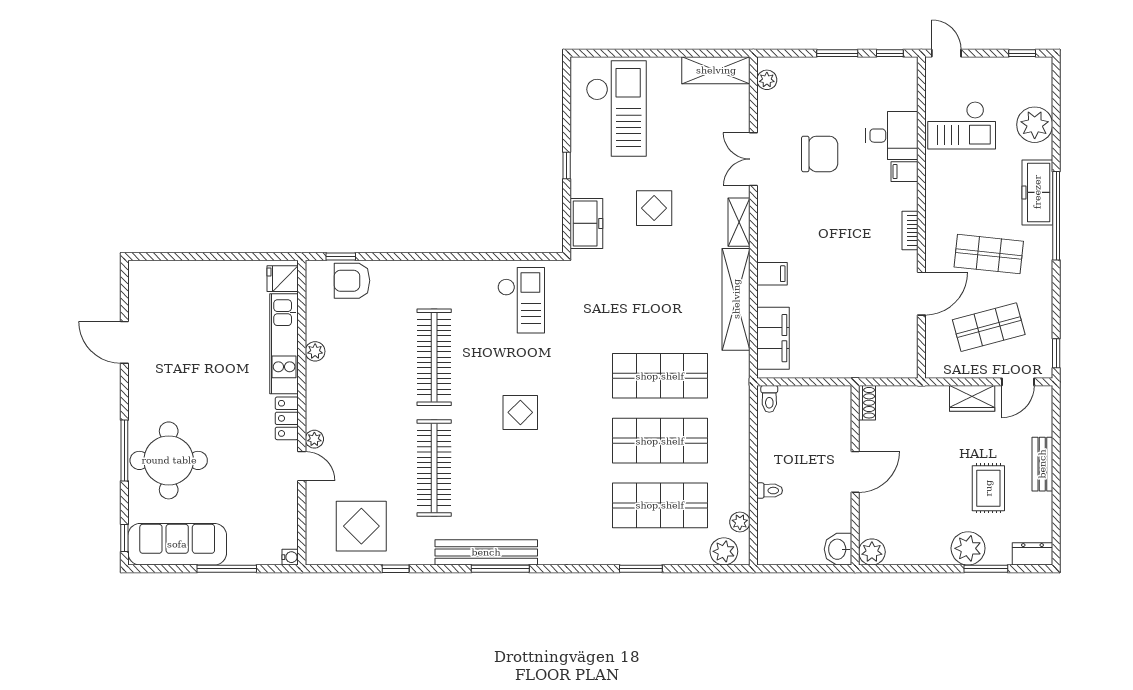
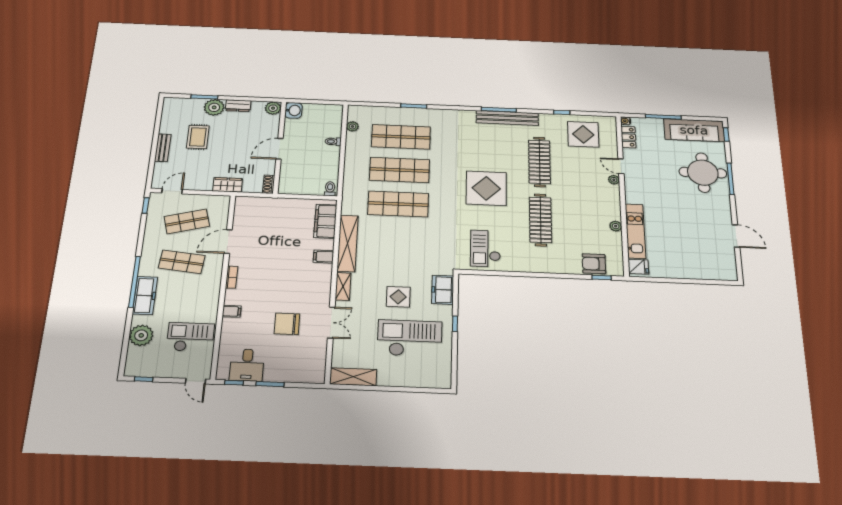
plant: (767, 80) -> (319, 370), removed
checkout: (616, 109) -> (410, 338), moved, turned 90
desk: (892, 136) -> (247, 365), moved, turned -90
armchair: (352, 281) -> (594, 264), turned 180
wardrobe: (972, 398) -> (228, 185), moved
display table: (520, 412) -> (486, 188), width x1.86, depth x1.86
locker: (287, 418) -> (628, 137), moved
plant: (724, 551) -> (363, 112), removed
dresser: (1032, 554) -> (238, 106), moved

